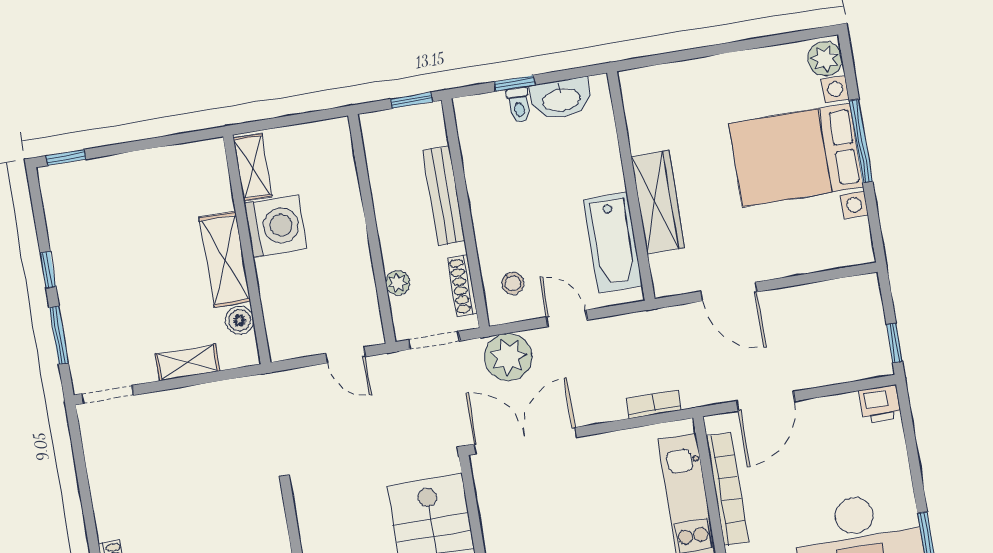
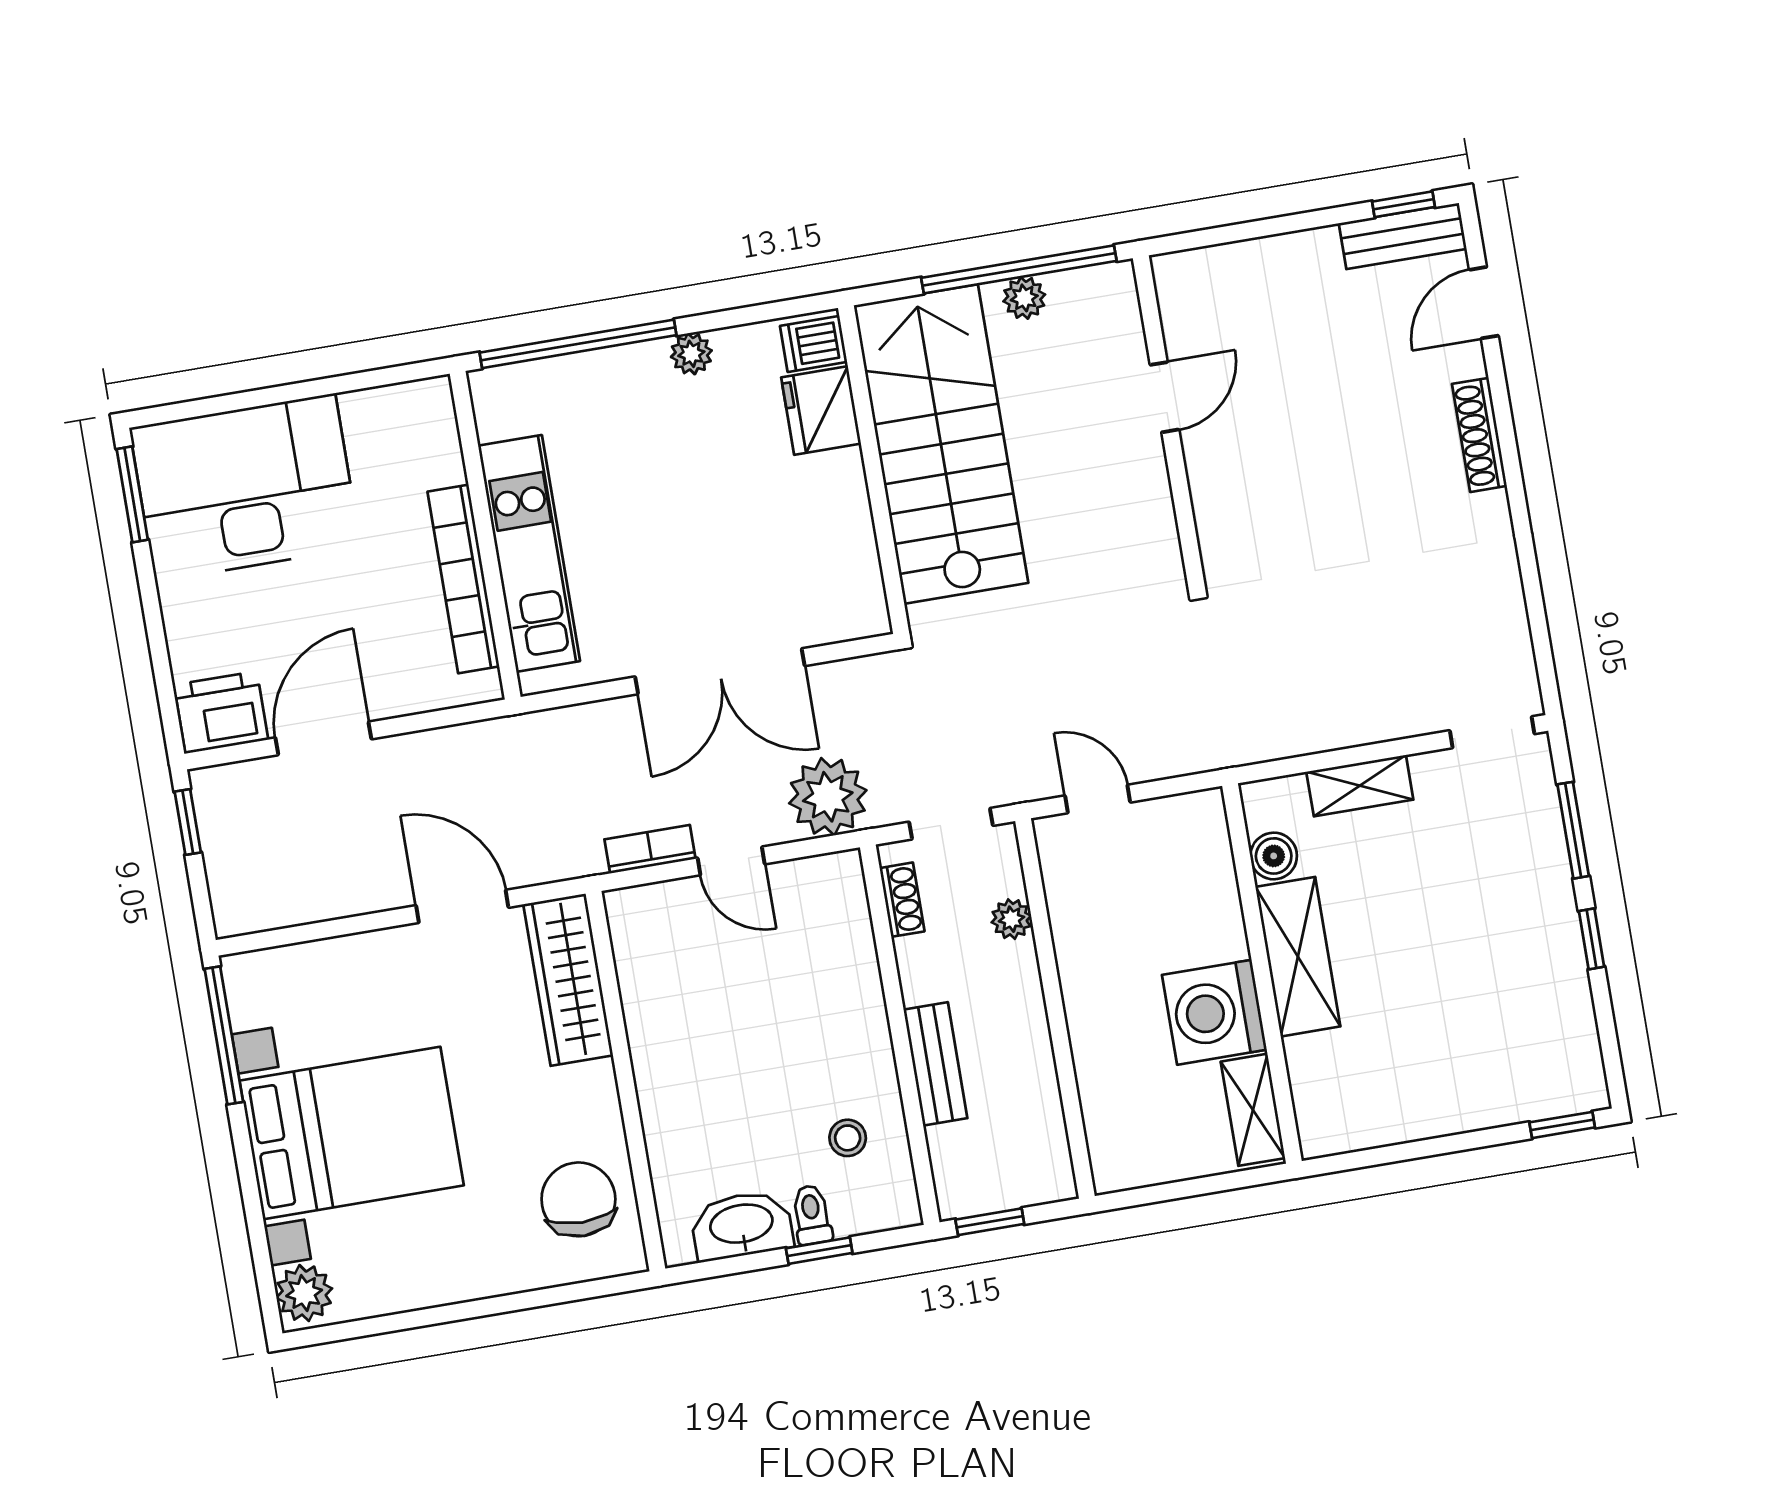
chair: (660, 115) -> (578, 1199), added
window: (861, 141) -> (224, 1035), moved
bench: (444, 196) -> (935, 1064), width x0.73
wardrobe: (658, 202) -> (568, 980), moved
bathtub: (613, 243) -> (655, 987), removed
stool: (513, 283) -> (848, 1138), moved
shoe rack: (462, 286) -> (902, 900), width x0.70
door: (766, 401) -> (323, 738), moved
bookcase: (654, 404) -> (650, 849), moved, turned 180
printer: (880, 404) -> (221, 712), width x1.36, depth x1.24
double door: (525, 441) -> (720, 671), moved

